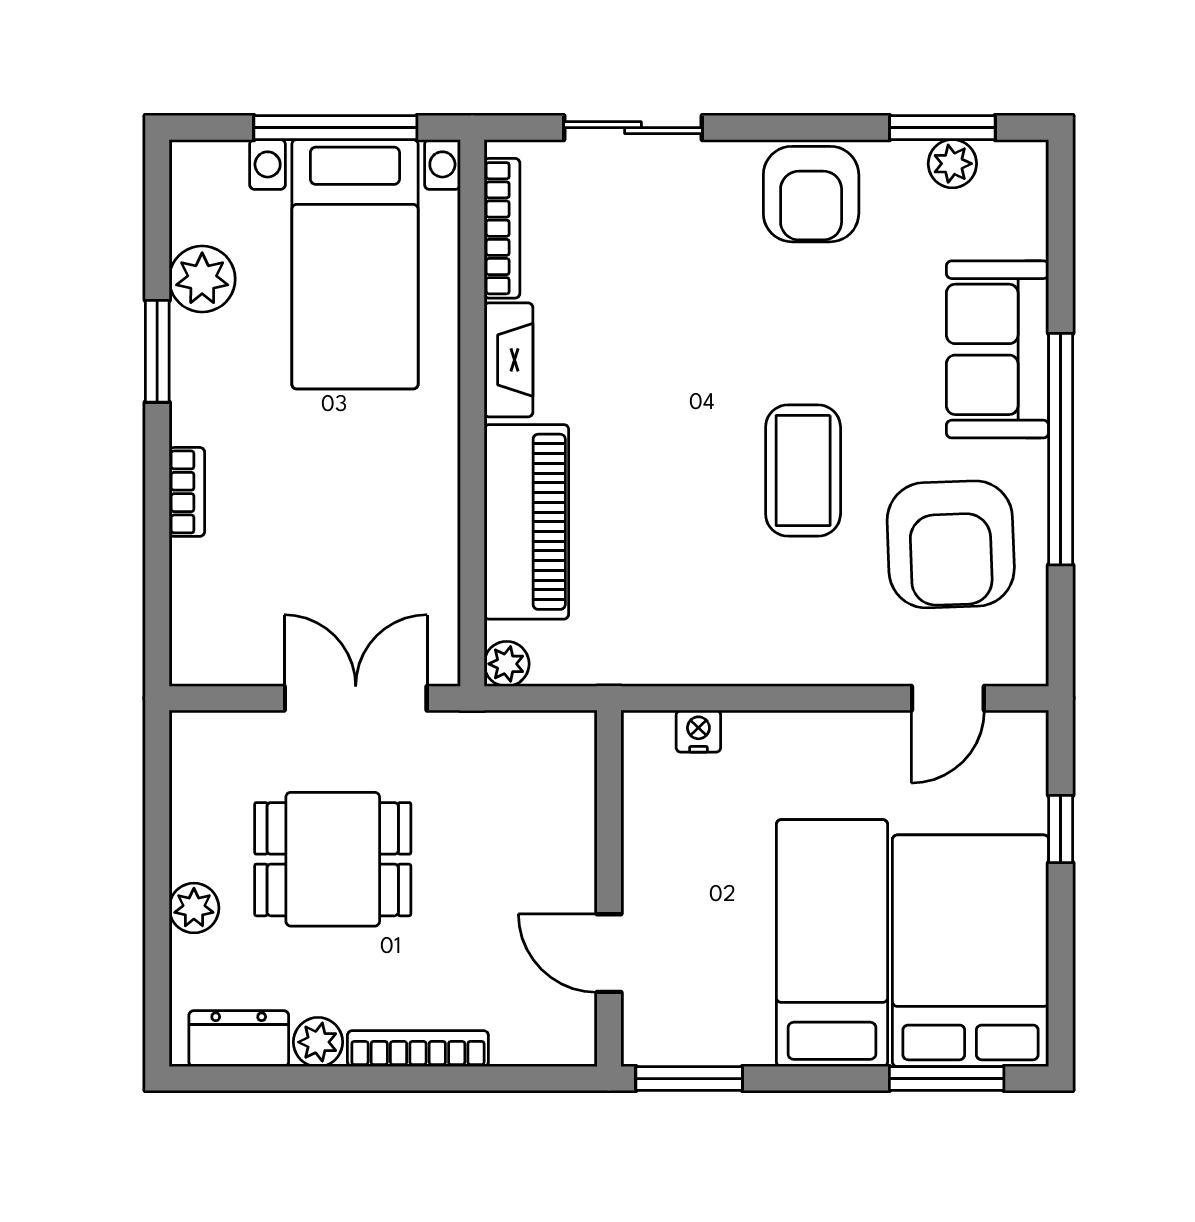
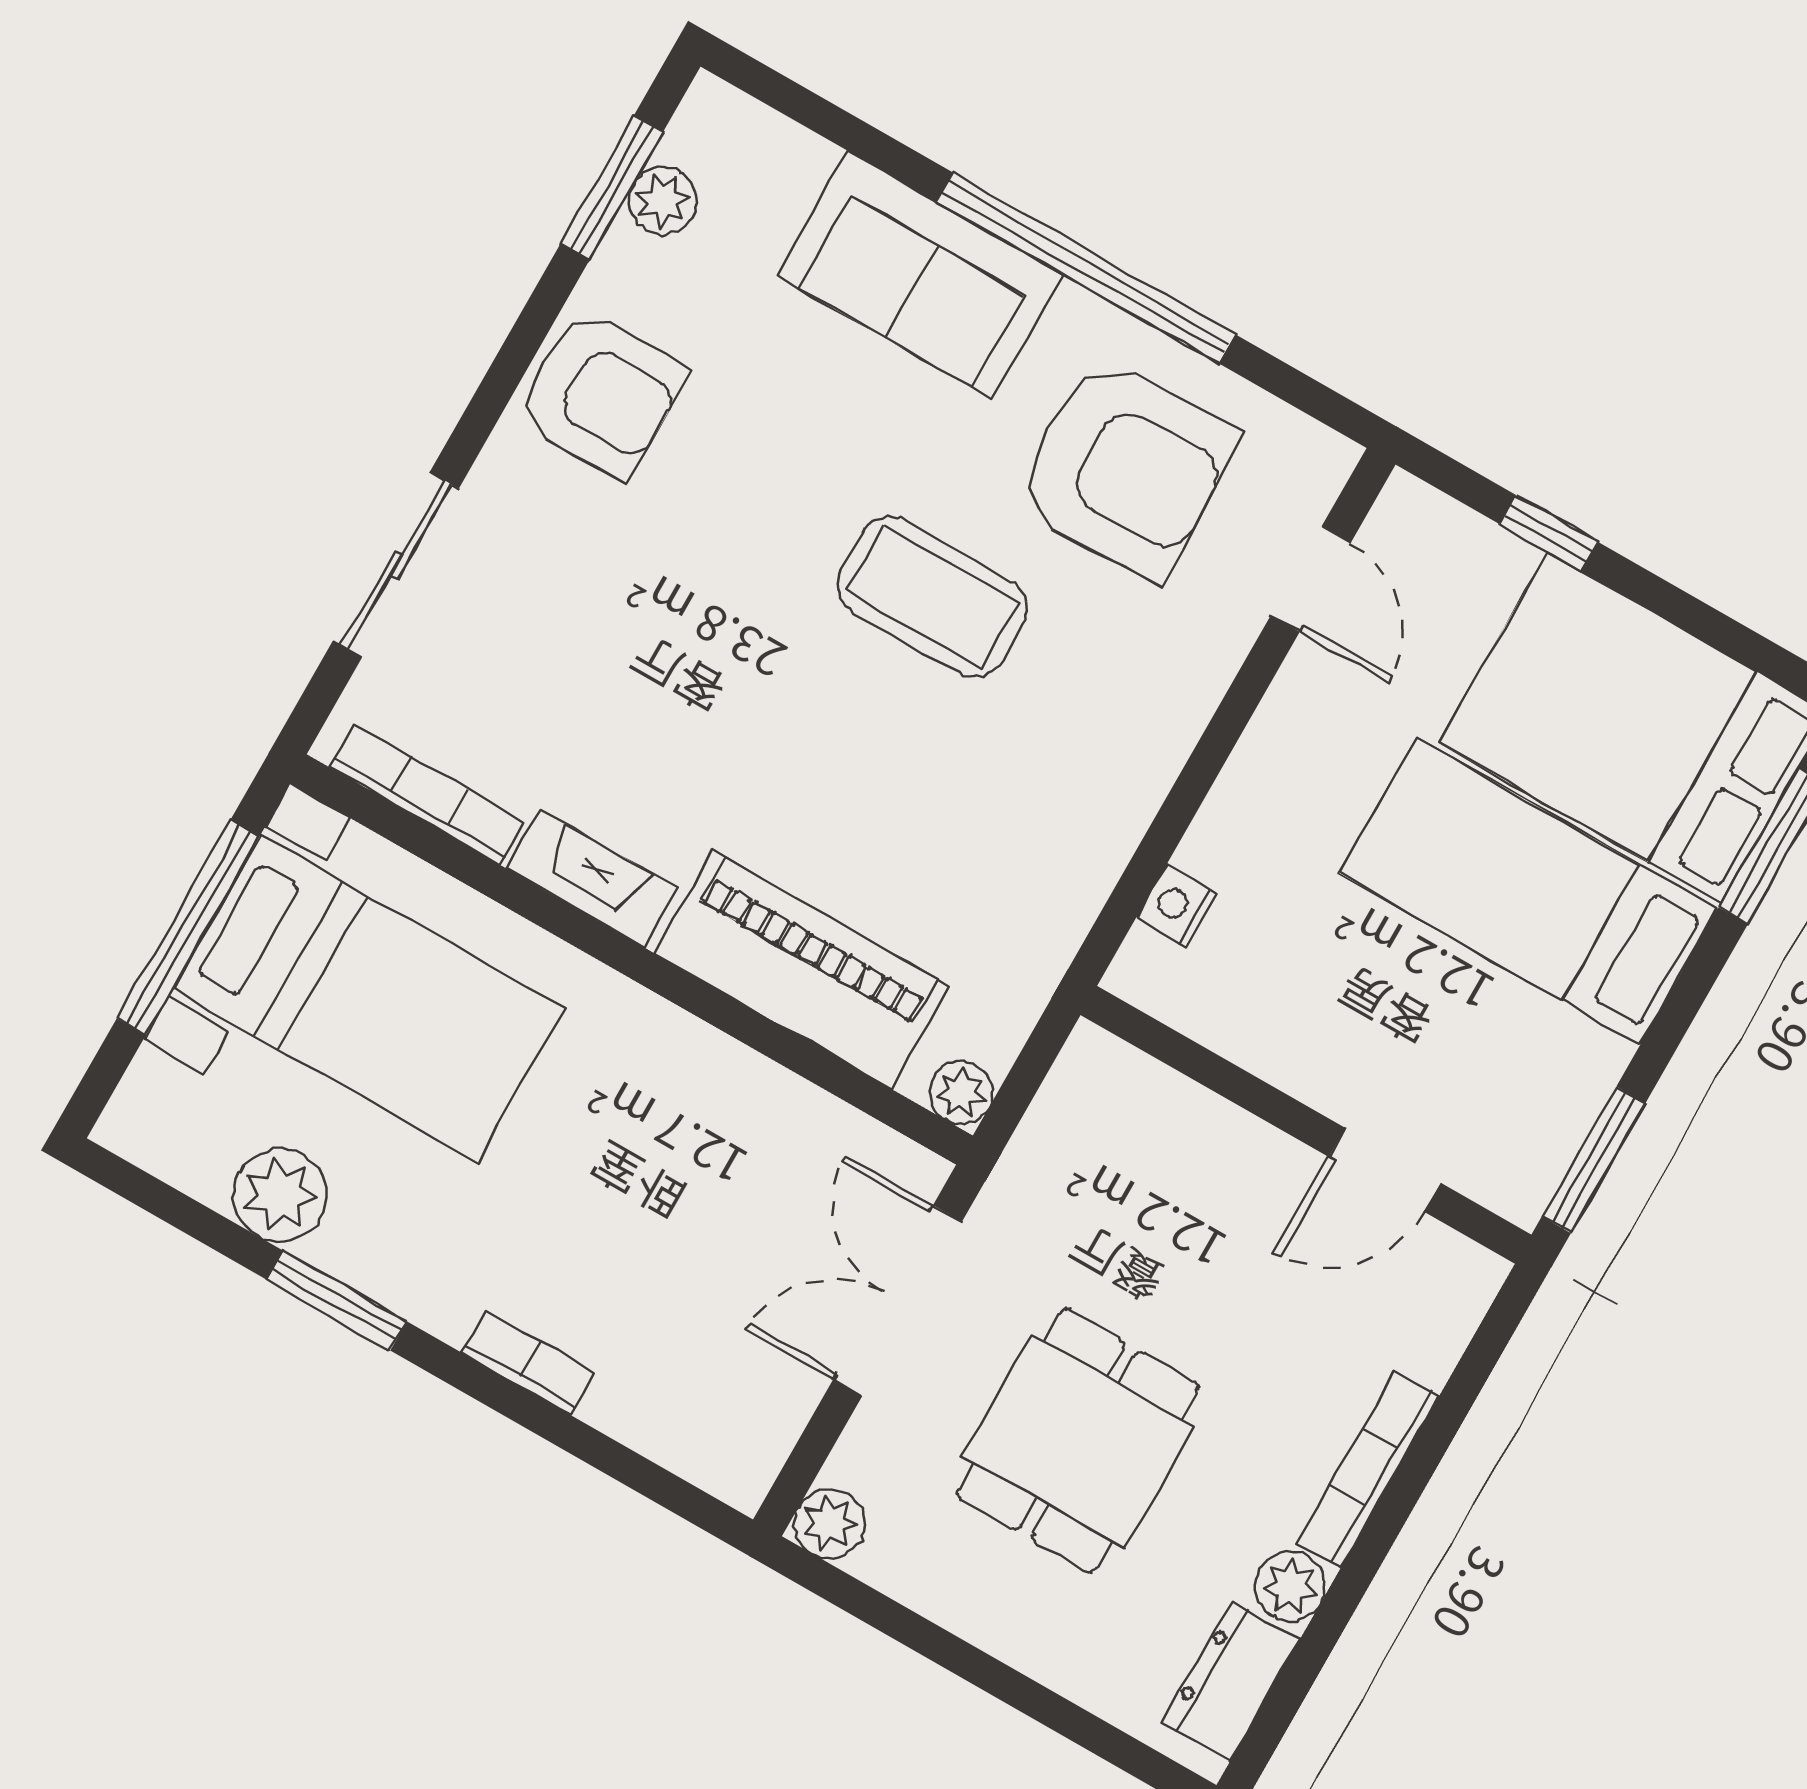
plant: (194, 908) -> (830, 1523), moved

